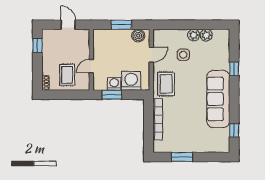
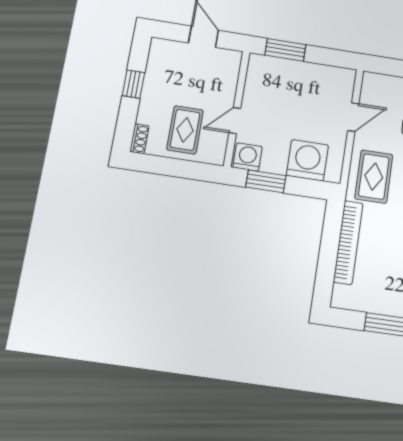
window: (121, 25) -> (285, 50), moved
boiler: (138, 36) -> (334, 78), removed
window: (37, 45) -> (133, 84), moved
washing machine: (114, 84) -> (248, 157), moved

